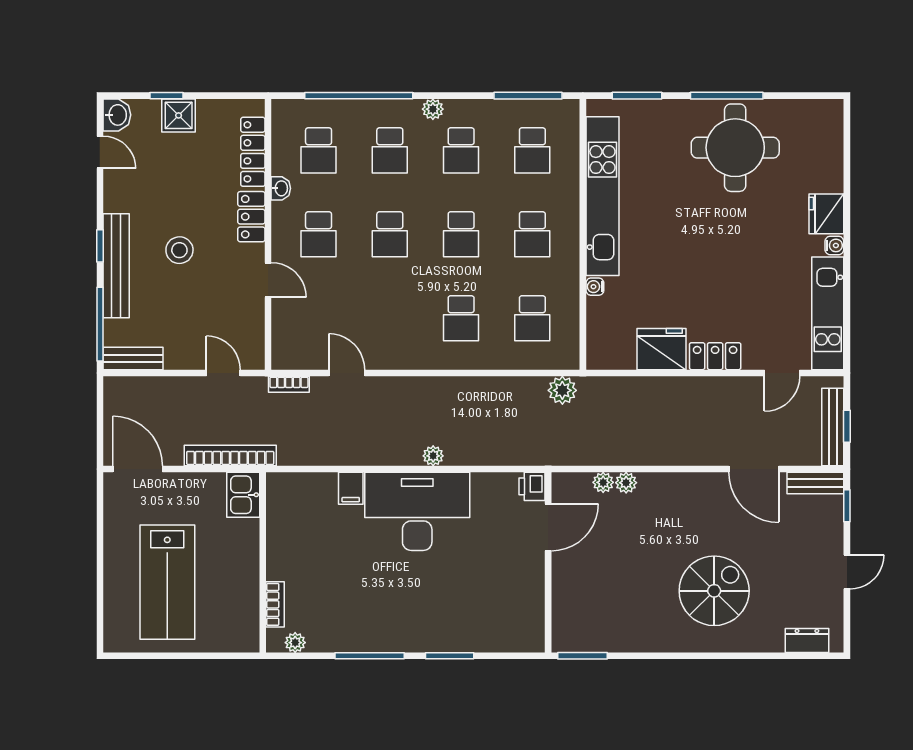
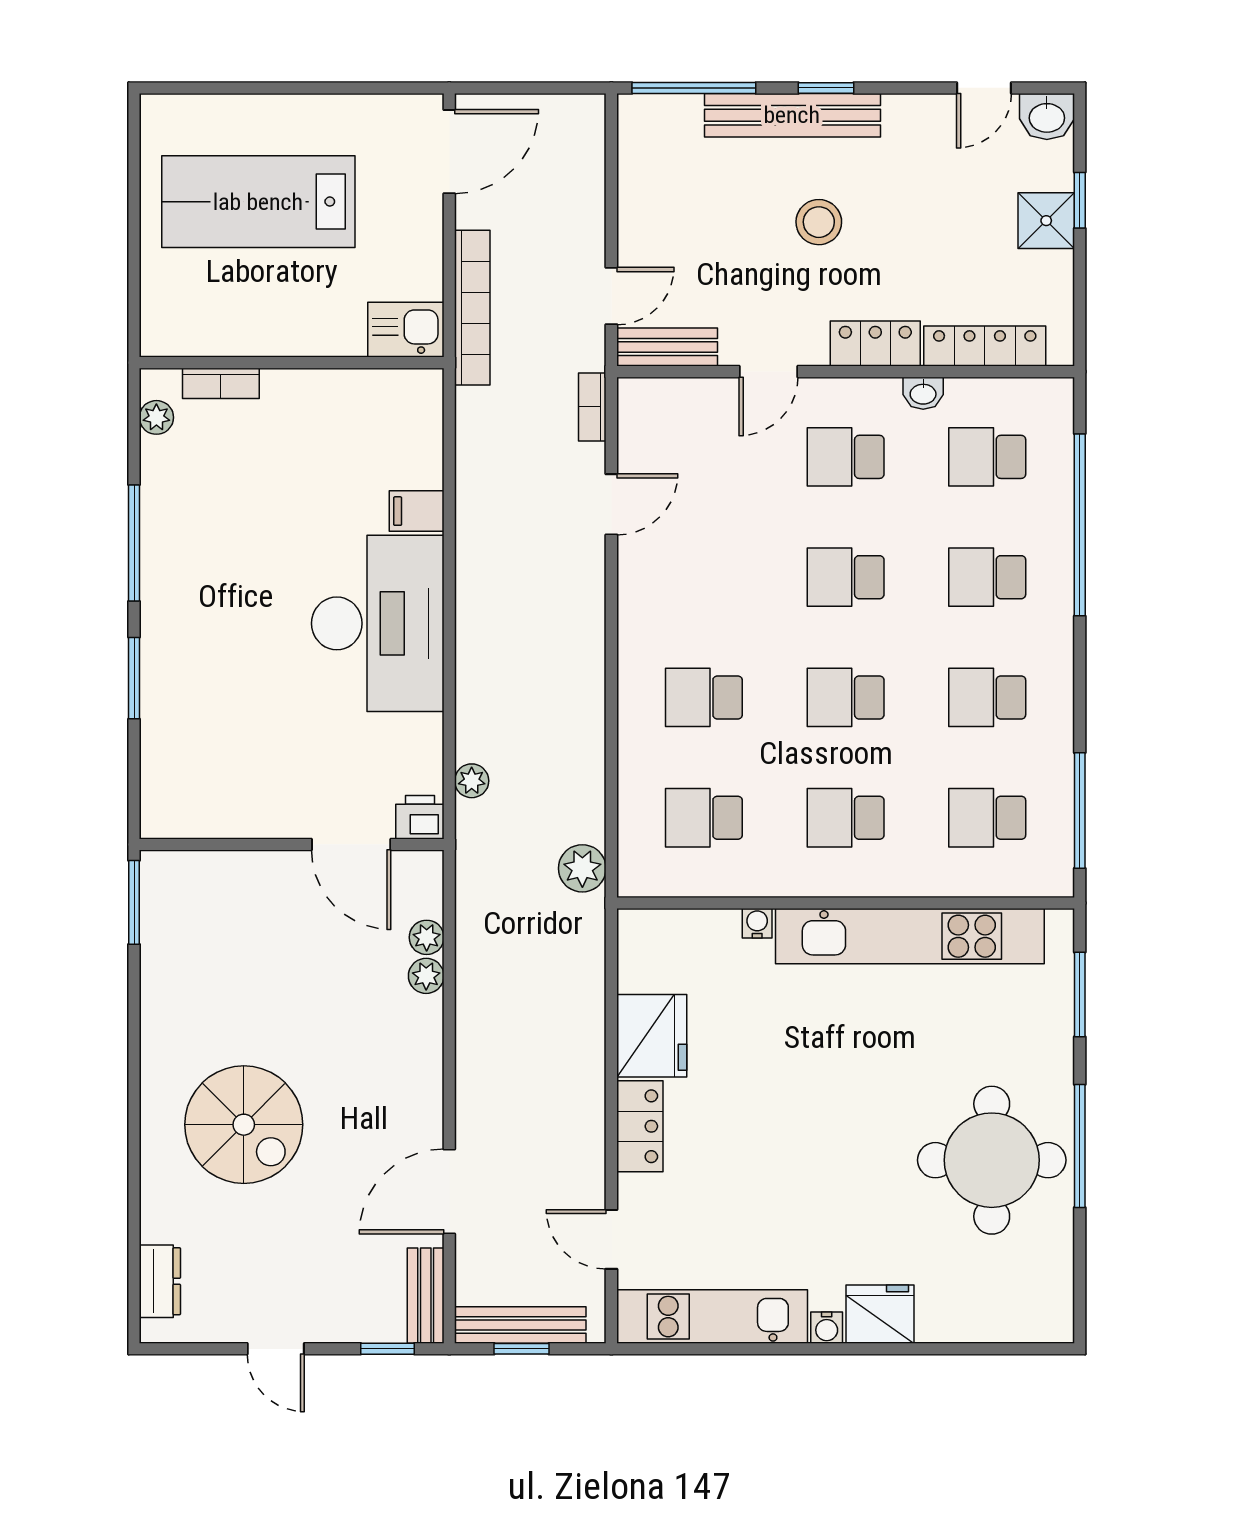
plant: (433, 109) -> (1057, 650), removed
bench: (133, 358) -> (667, 347), moved, turned 90
plant: (433, 456) -> (472, 781), moved

